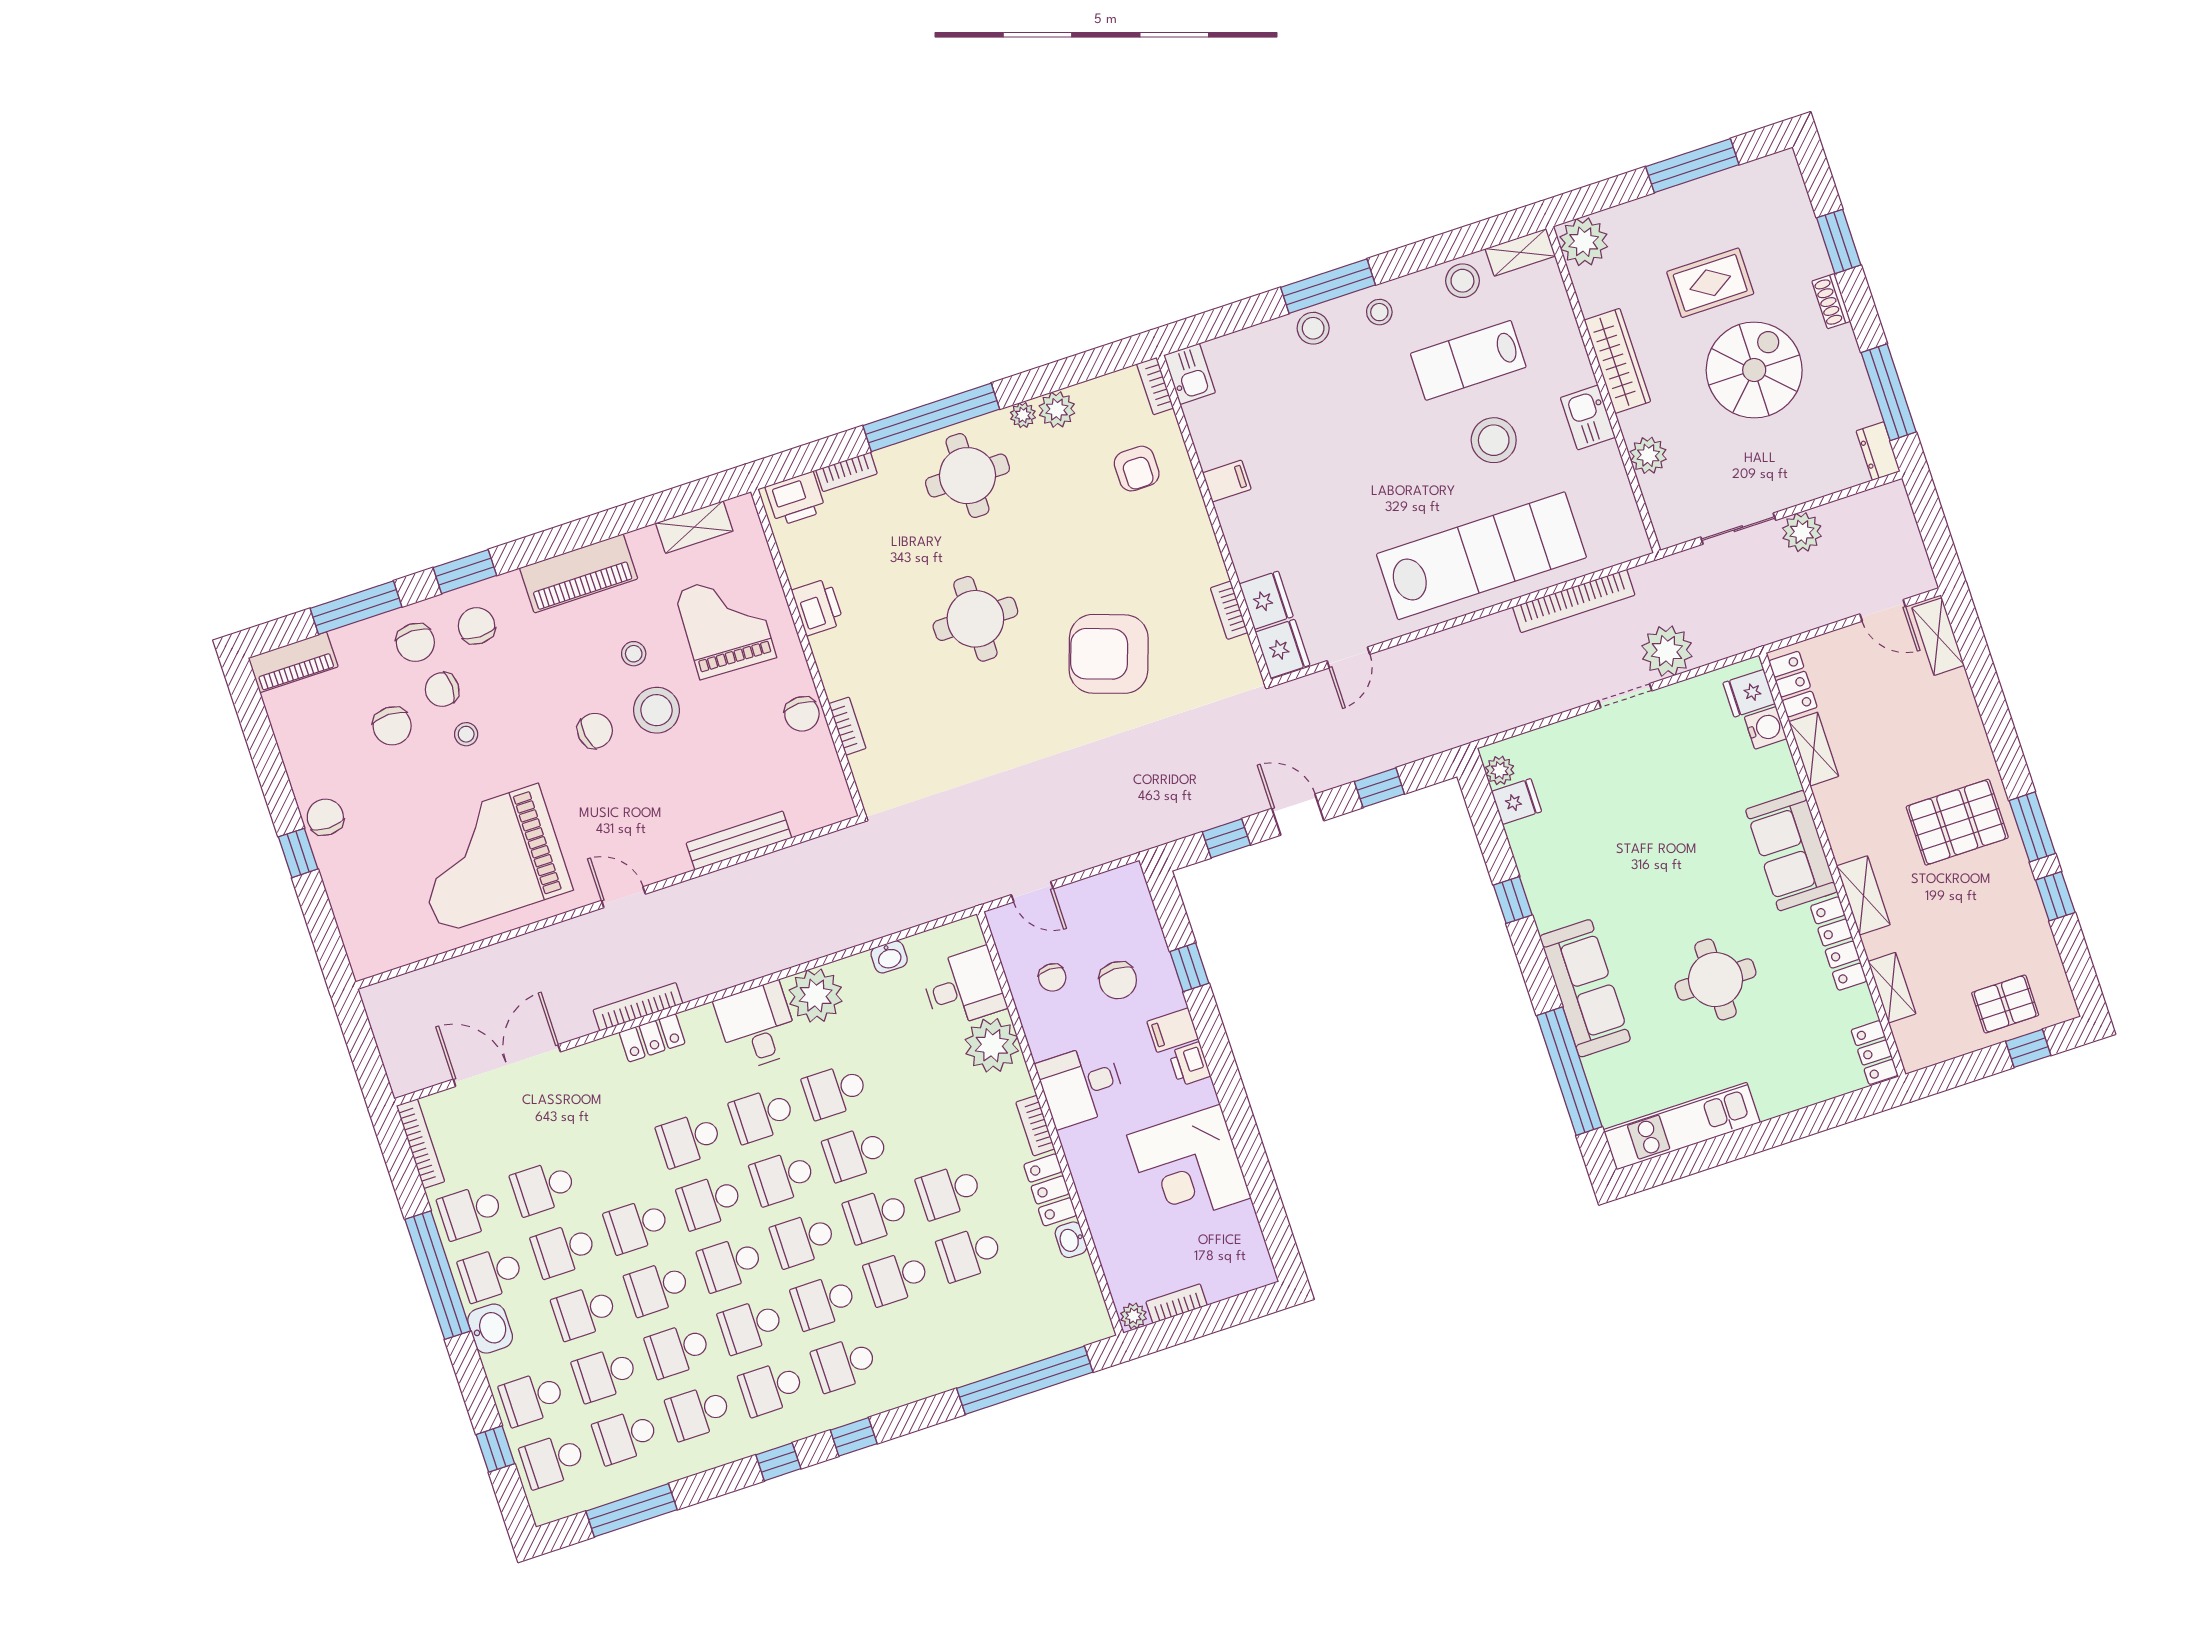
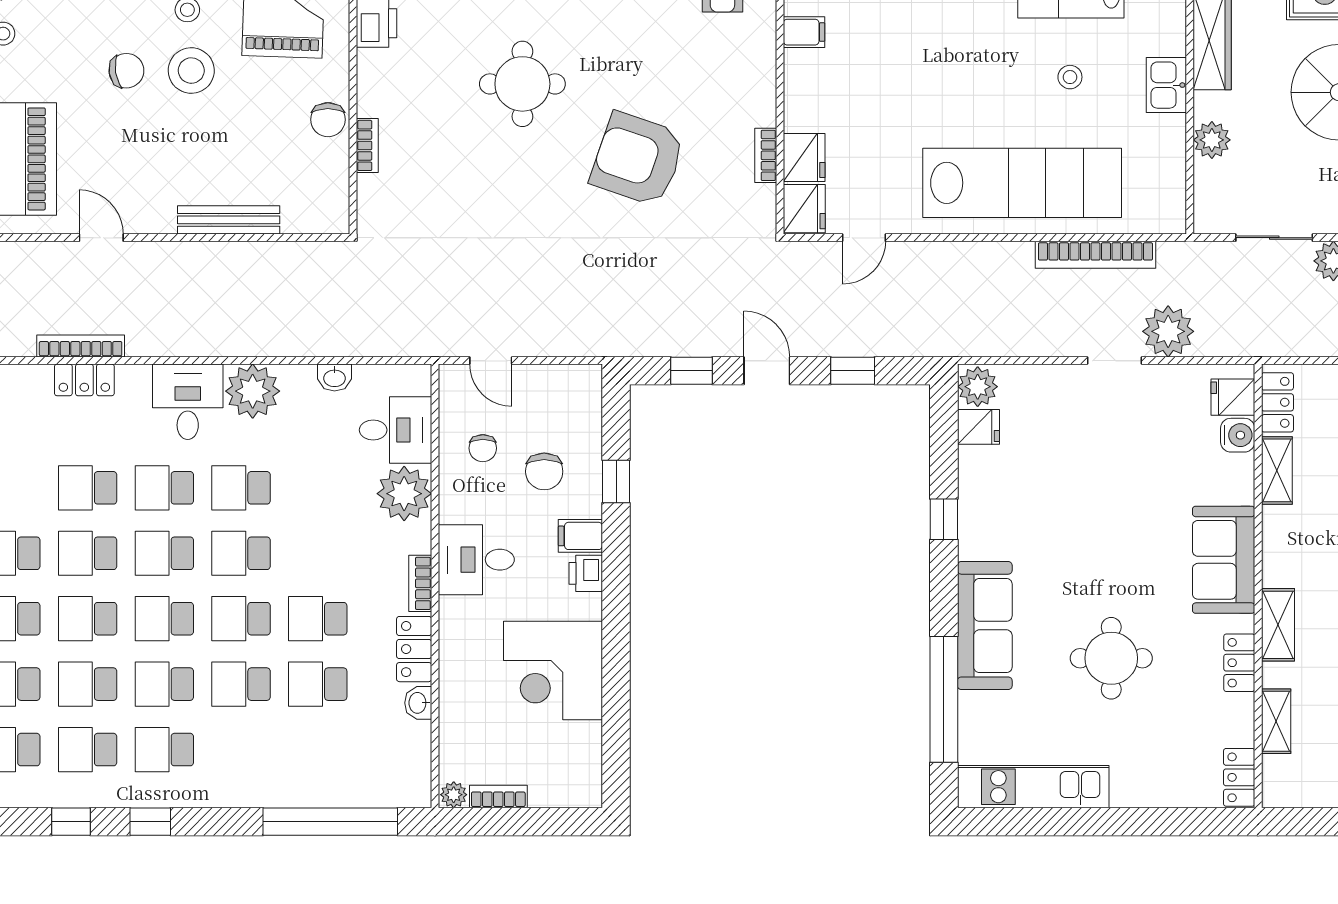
stool: (1494, 440) -> (1070, 77), width x0.53, depth x0.53
plant: (1500, 770) -> (978, 387), width x1.38, depth x1.38
locker: (1839, 944) -> (1239, 663), width x0.66

